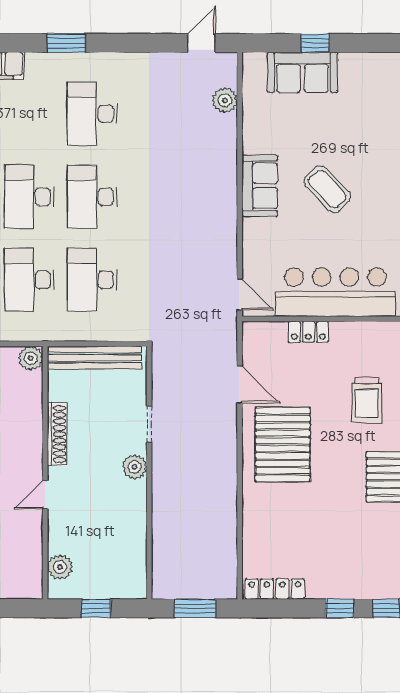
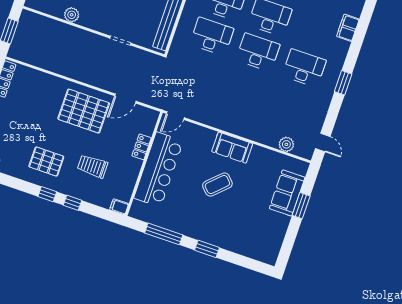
window: (66, 43) -> (343, 83), moved
window: (315, 43) -> (301, 206), width x1.50
plant: (135, 467) -> (72, 15), moved

